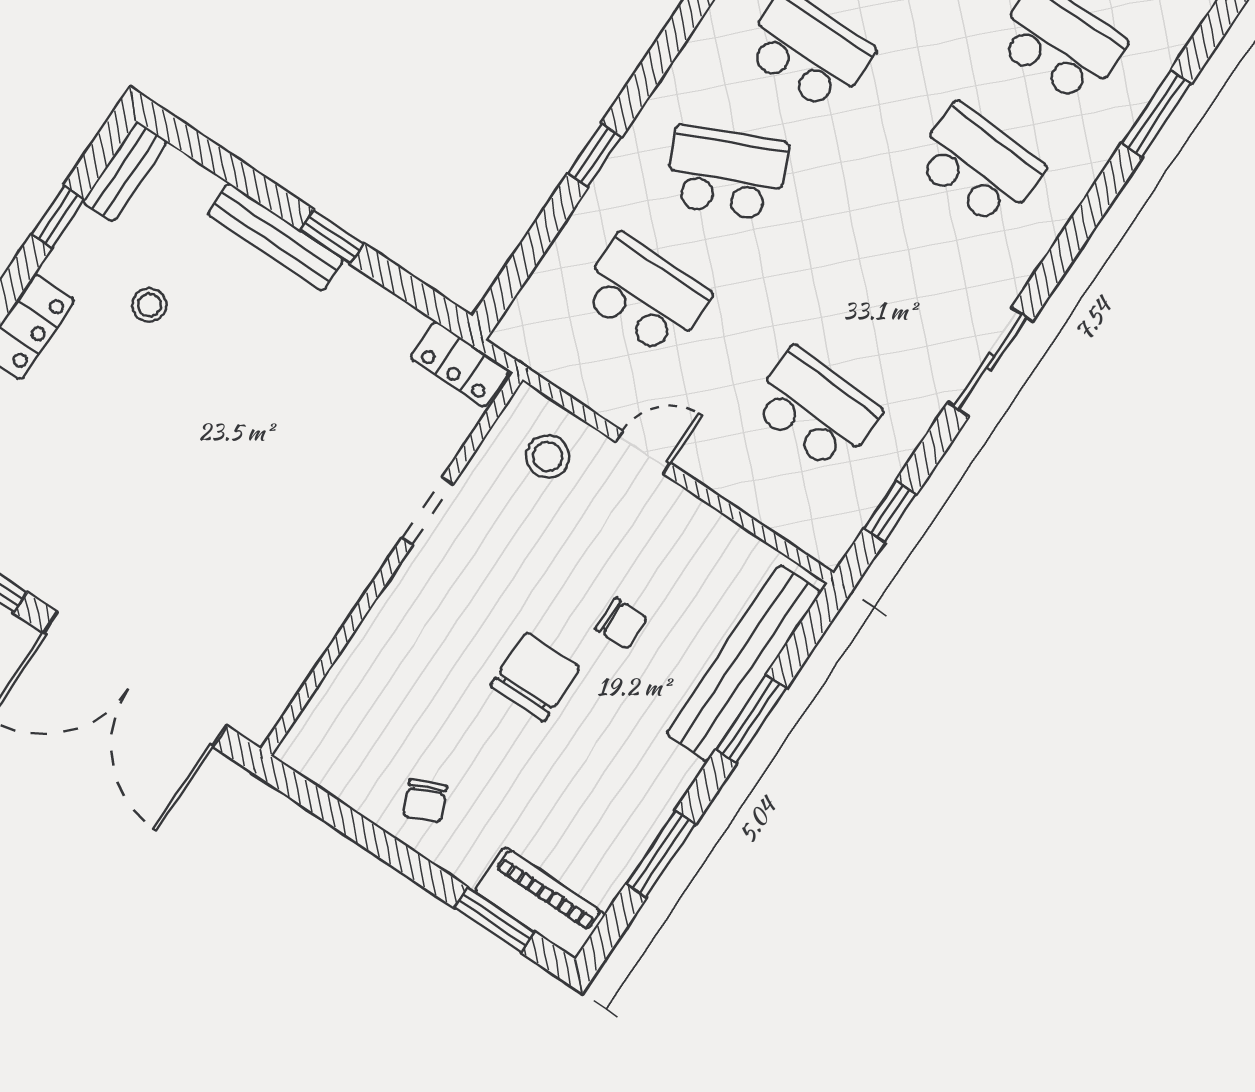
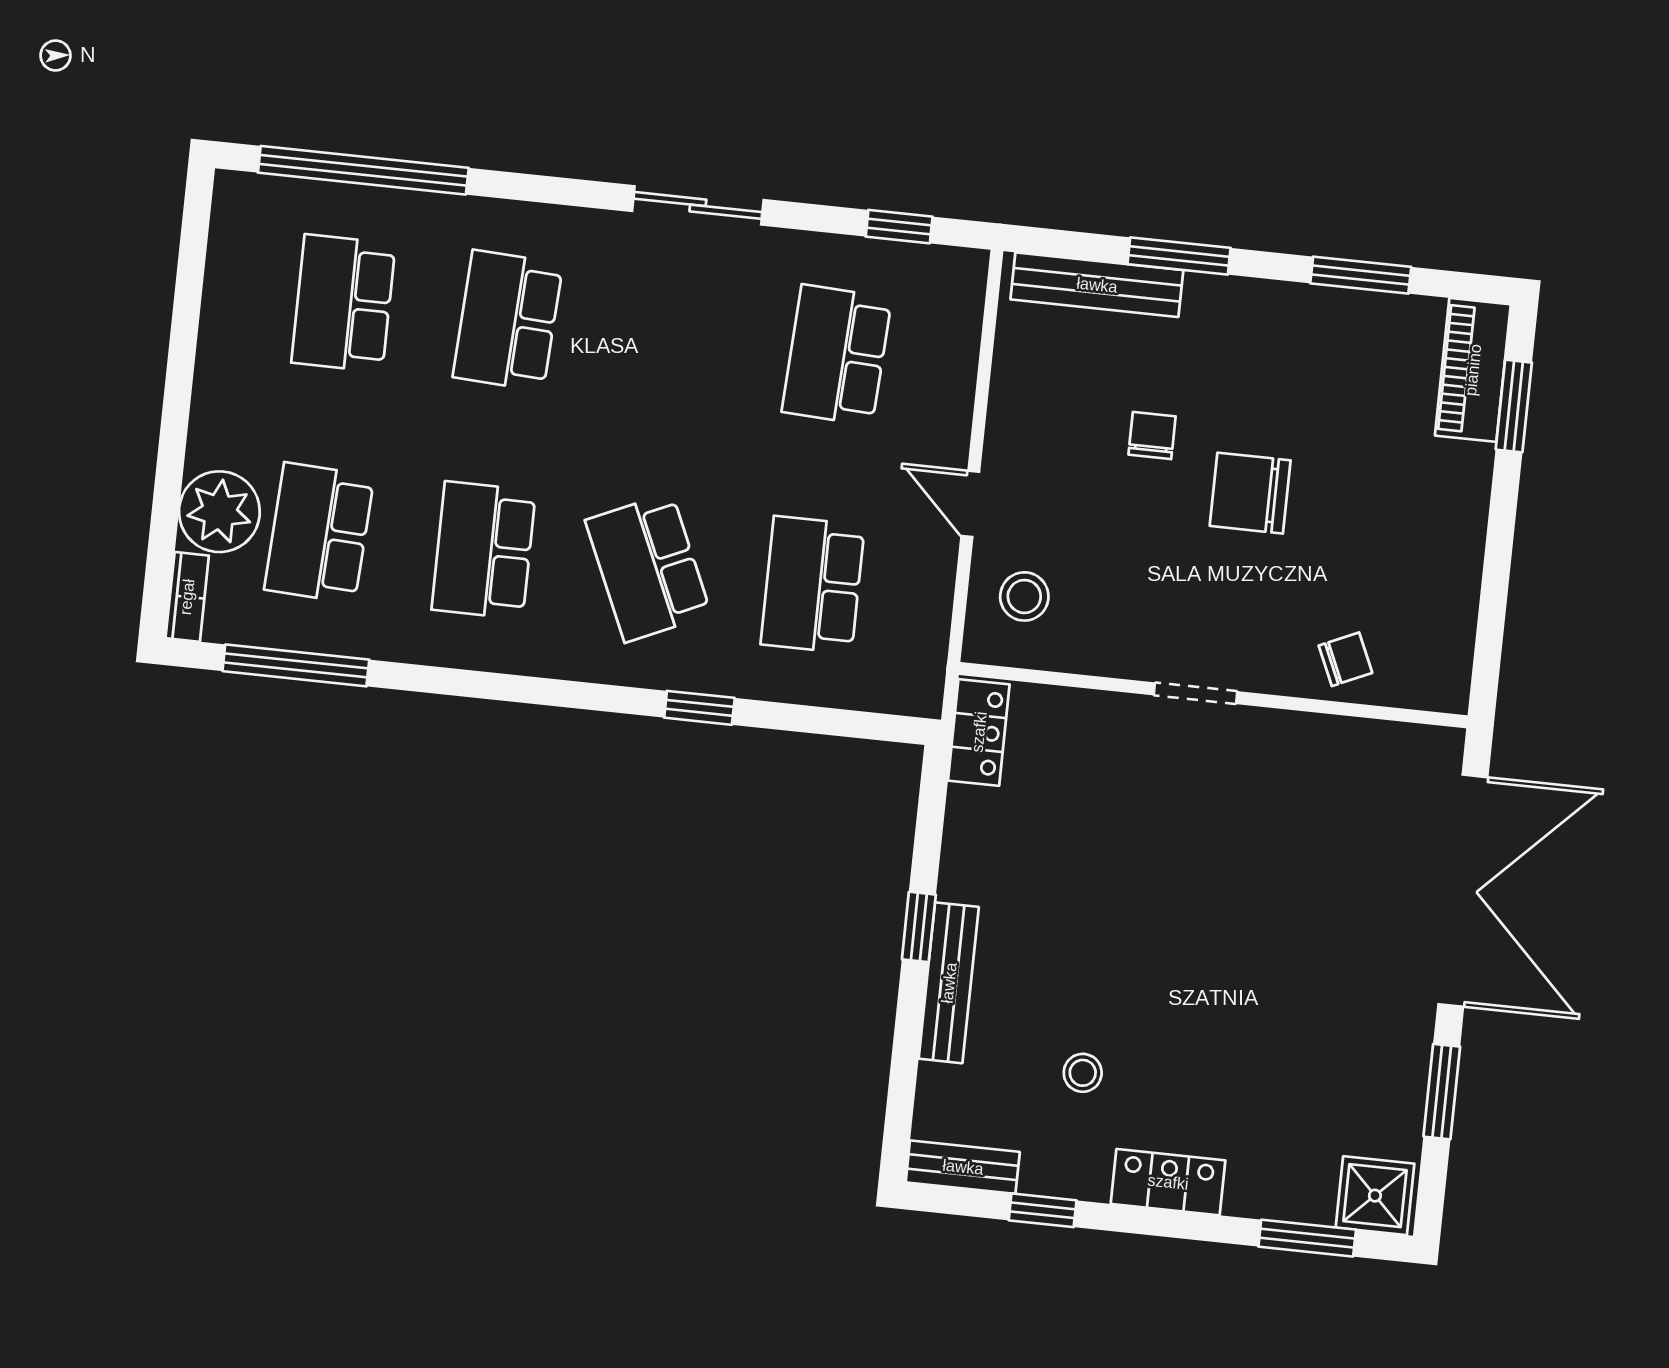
window: (1156, 114) -> (363, 170), width x2.11
doorway: (428, 511) -> (1195, 693), moved
bench: (744, 663) -> (1097, 285), width x0.73, depth x0.82
chair: (425, 801) -> (1345, 659), moved

